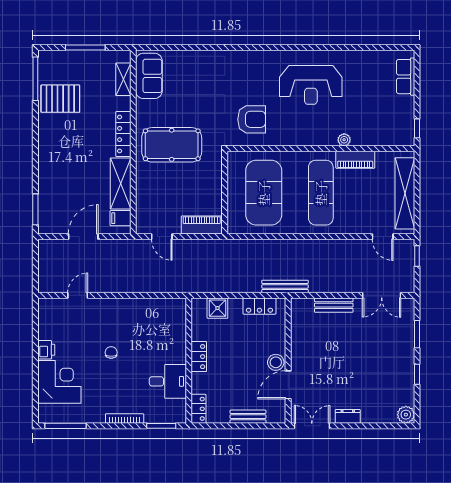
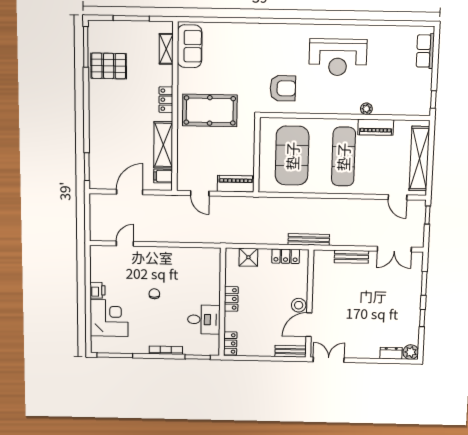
locker: (123, 134) -> (166, 100), width x0.66
dresser: (348, 416) -> (391, 353), moved
bench: (248, 417) -> (291, 351), moved

